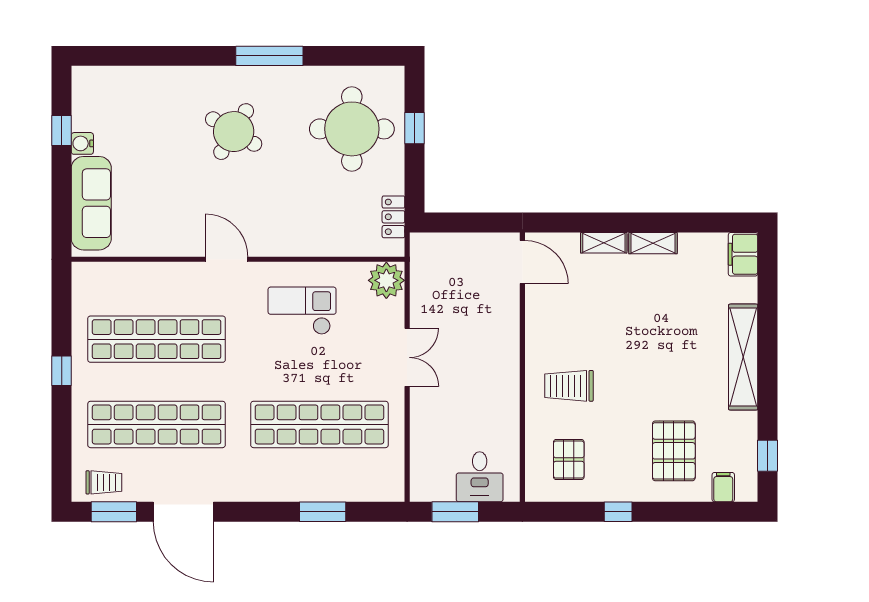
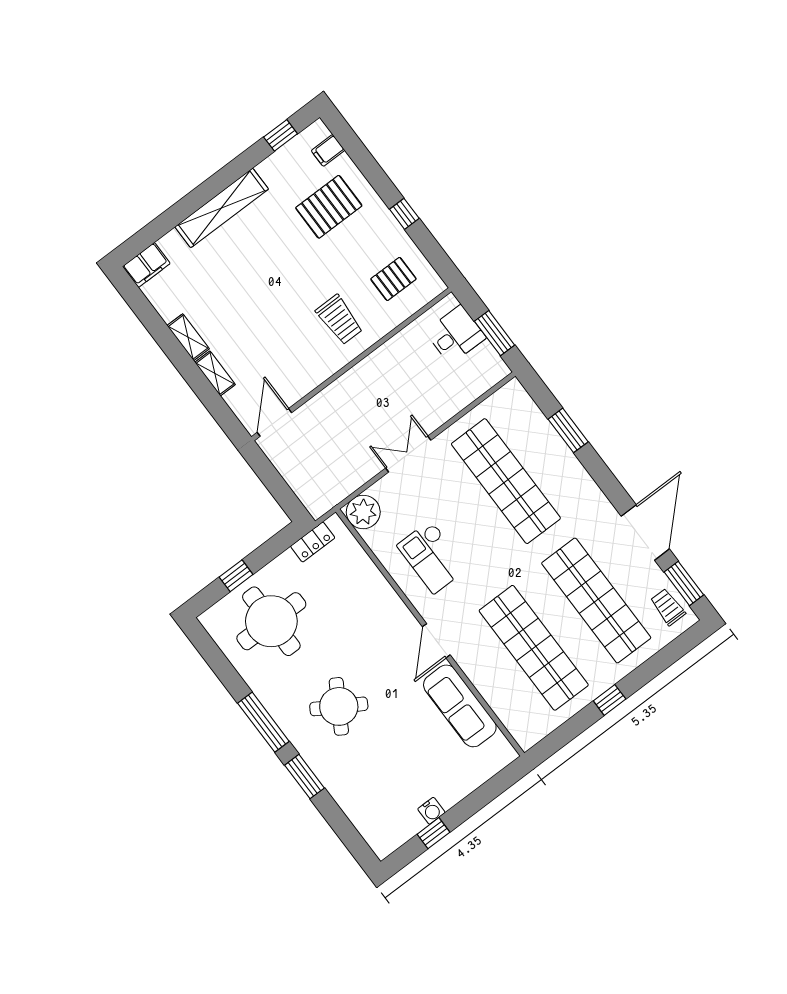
window: (195, 56) -> (305, 777), added
sofa: (91, 203) -> (460, 706), moved, turned -90

